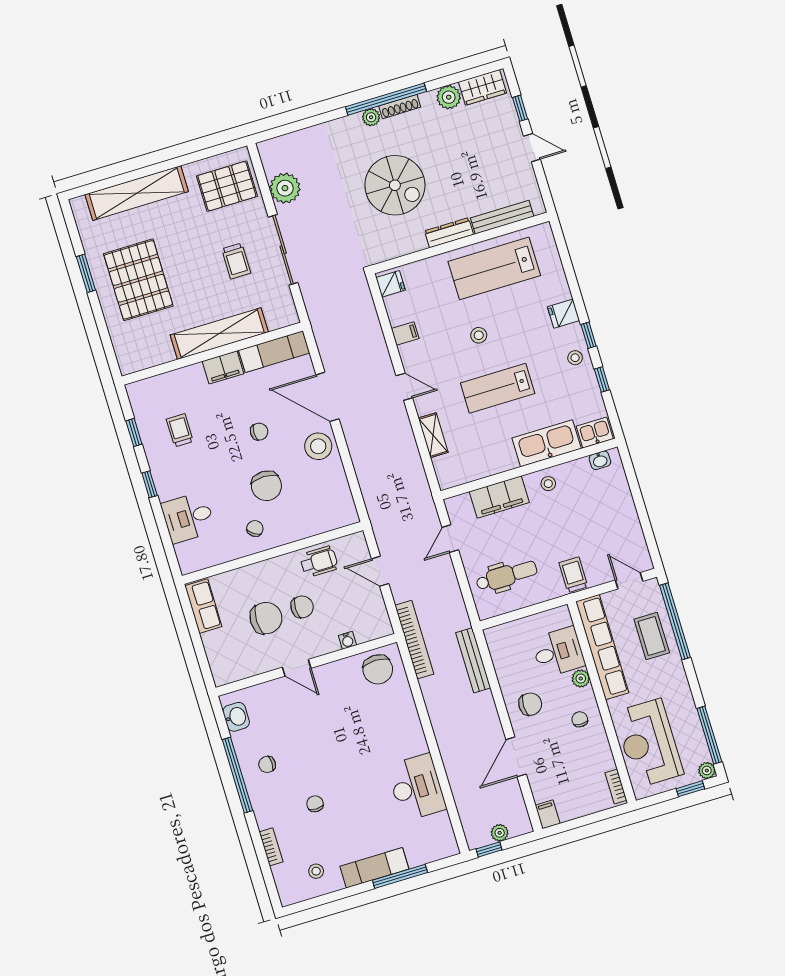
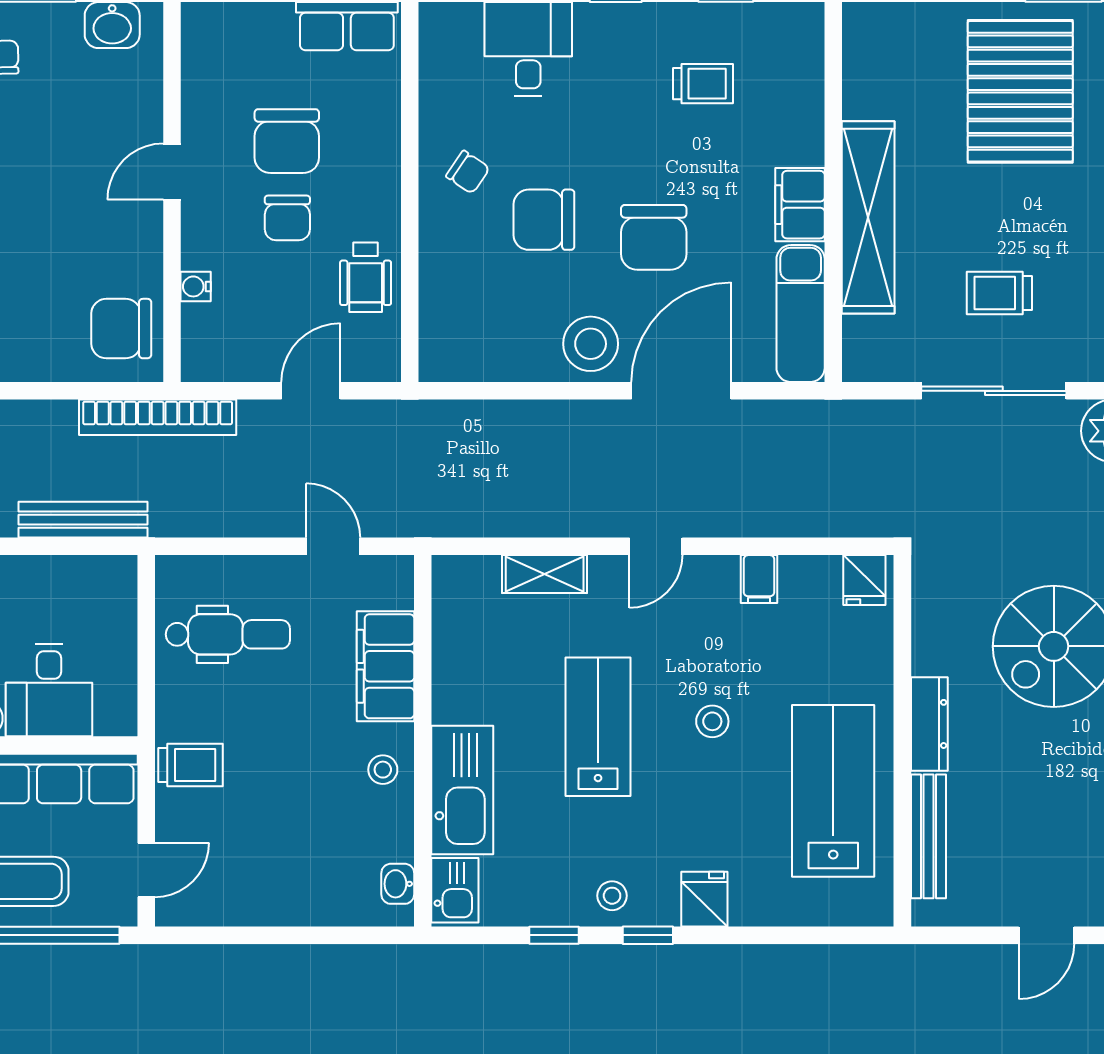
pallet: (138, 280) -> (1020, 91), turned 90
chair: (259, 432) -> (654, 237), width x1.87, depth x1.87
dental chair: (507, 576) -> (228, 634), turned -90

